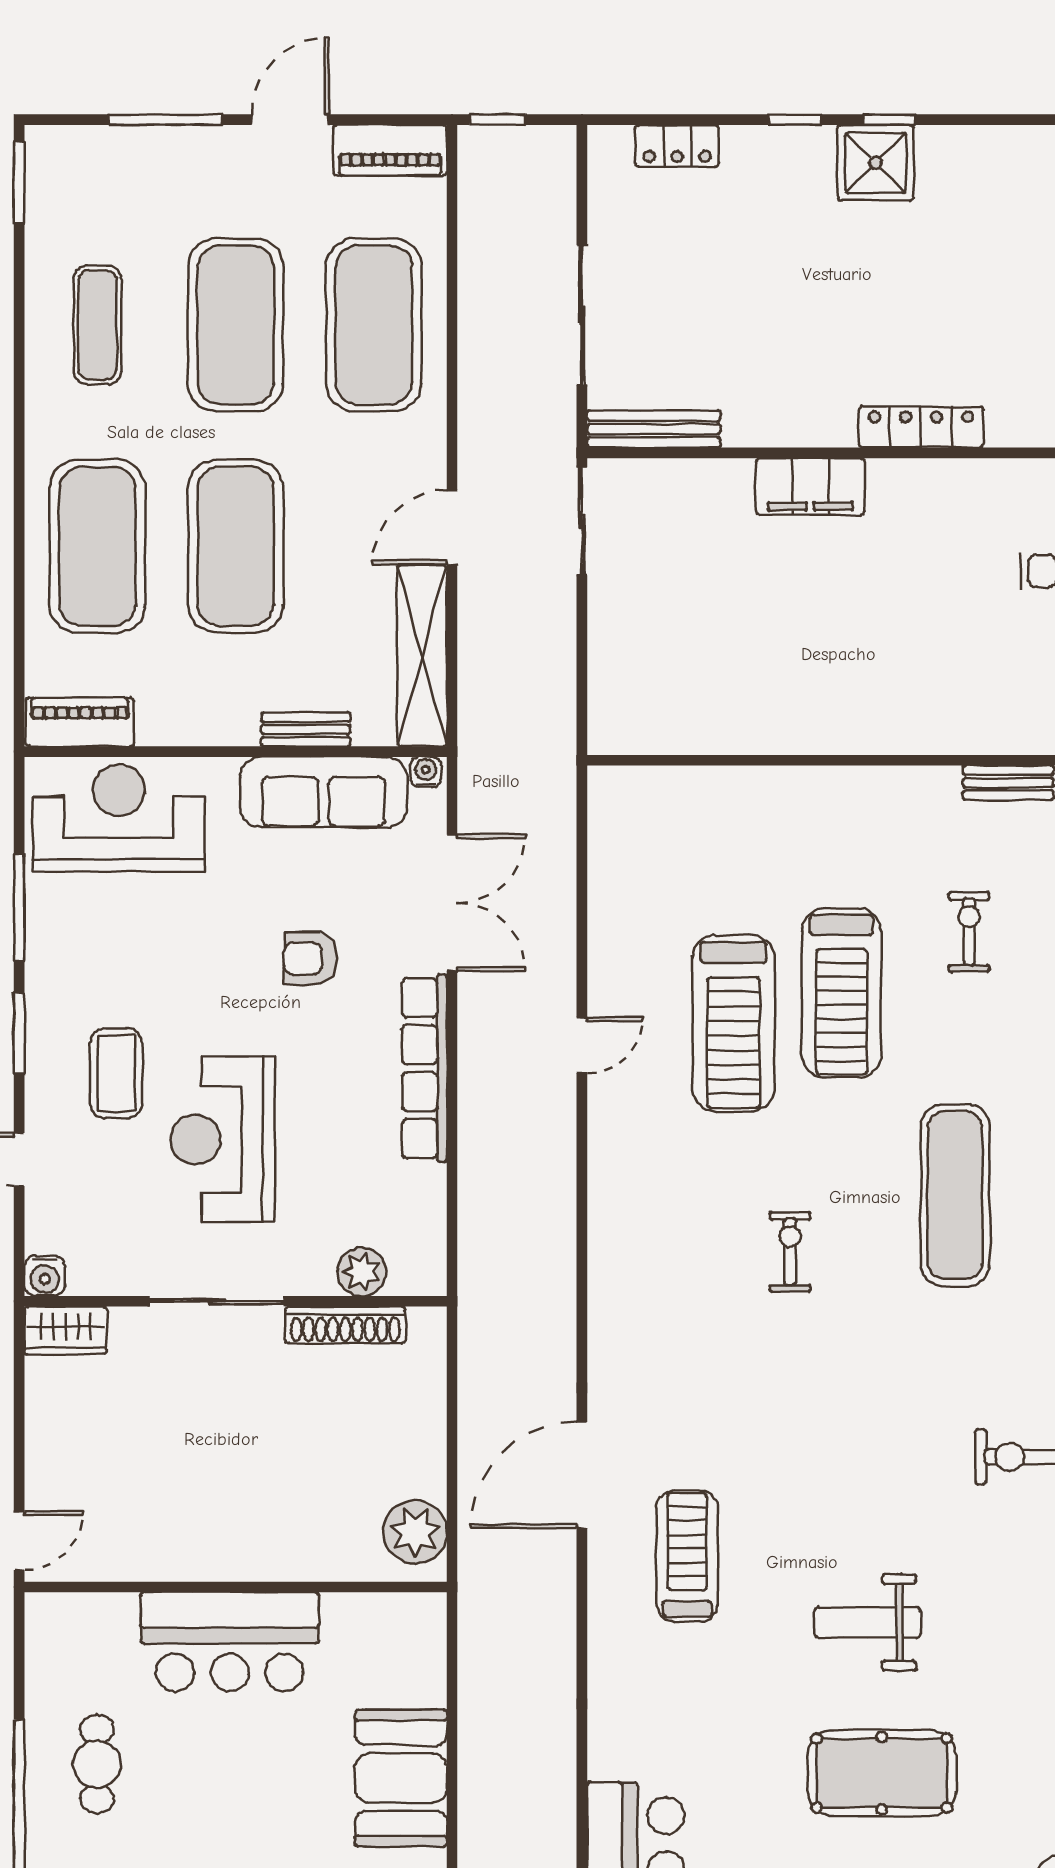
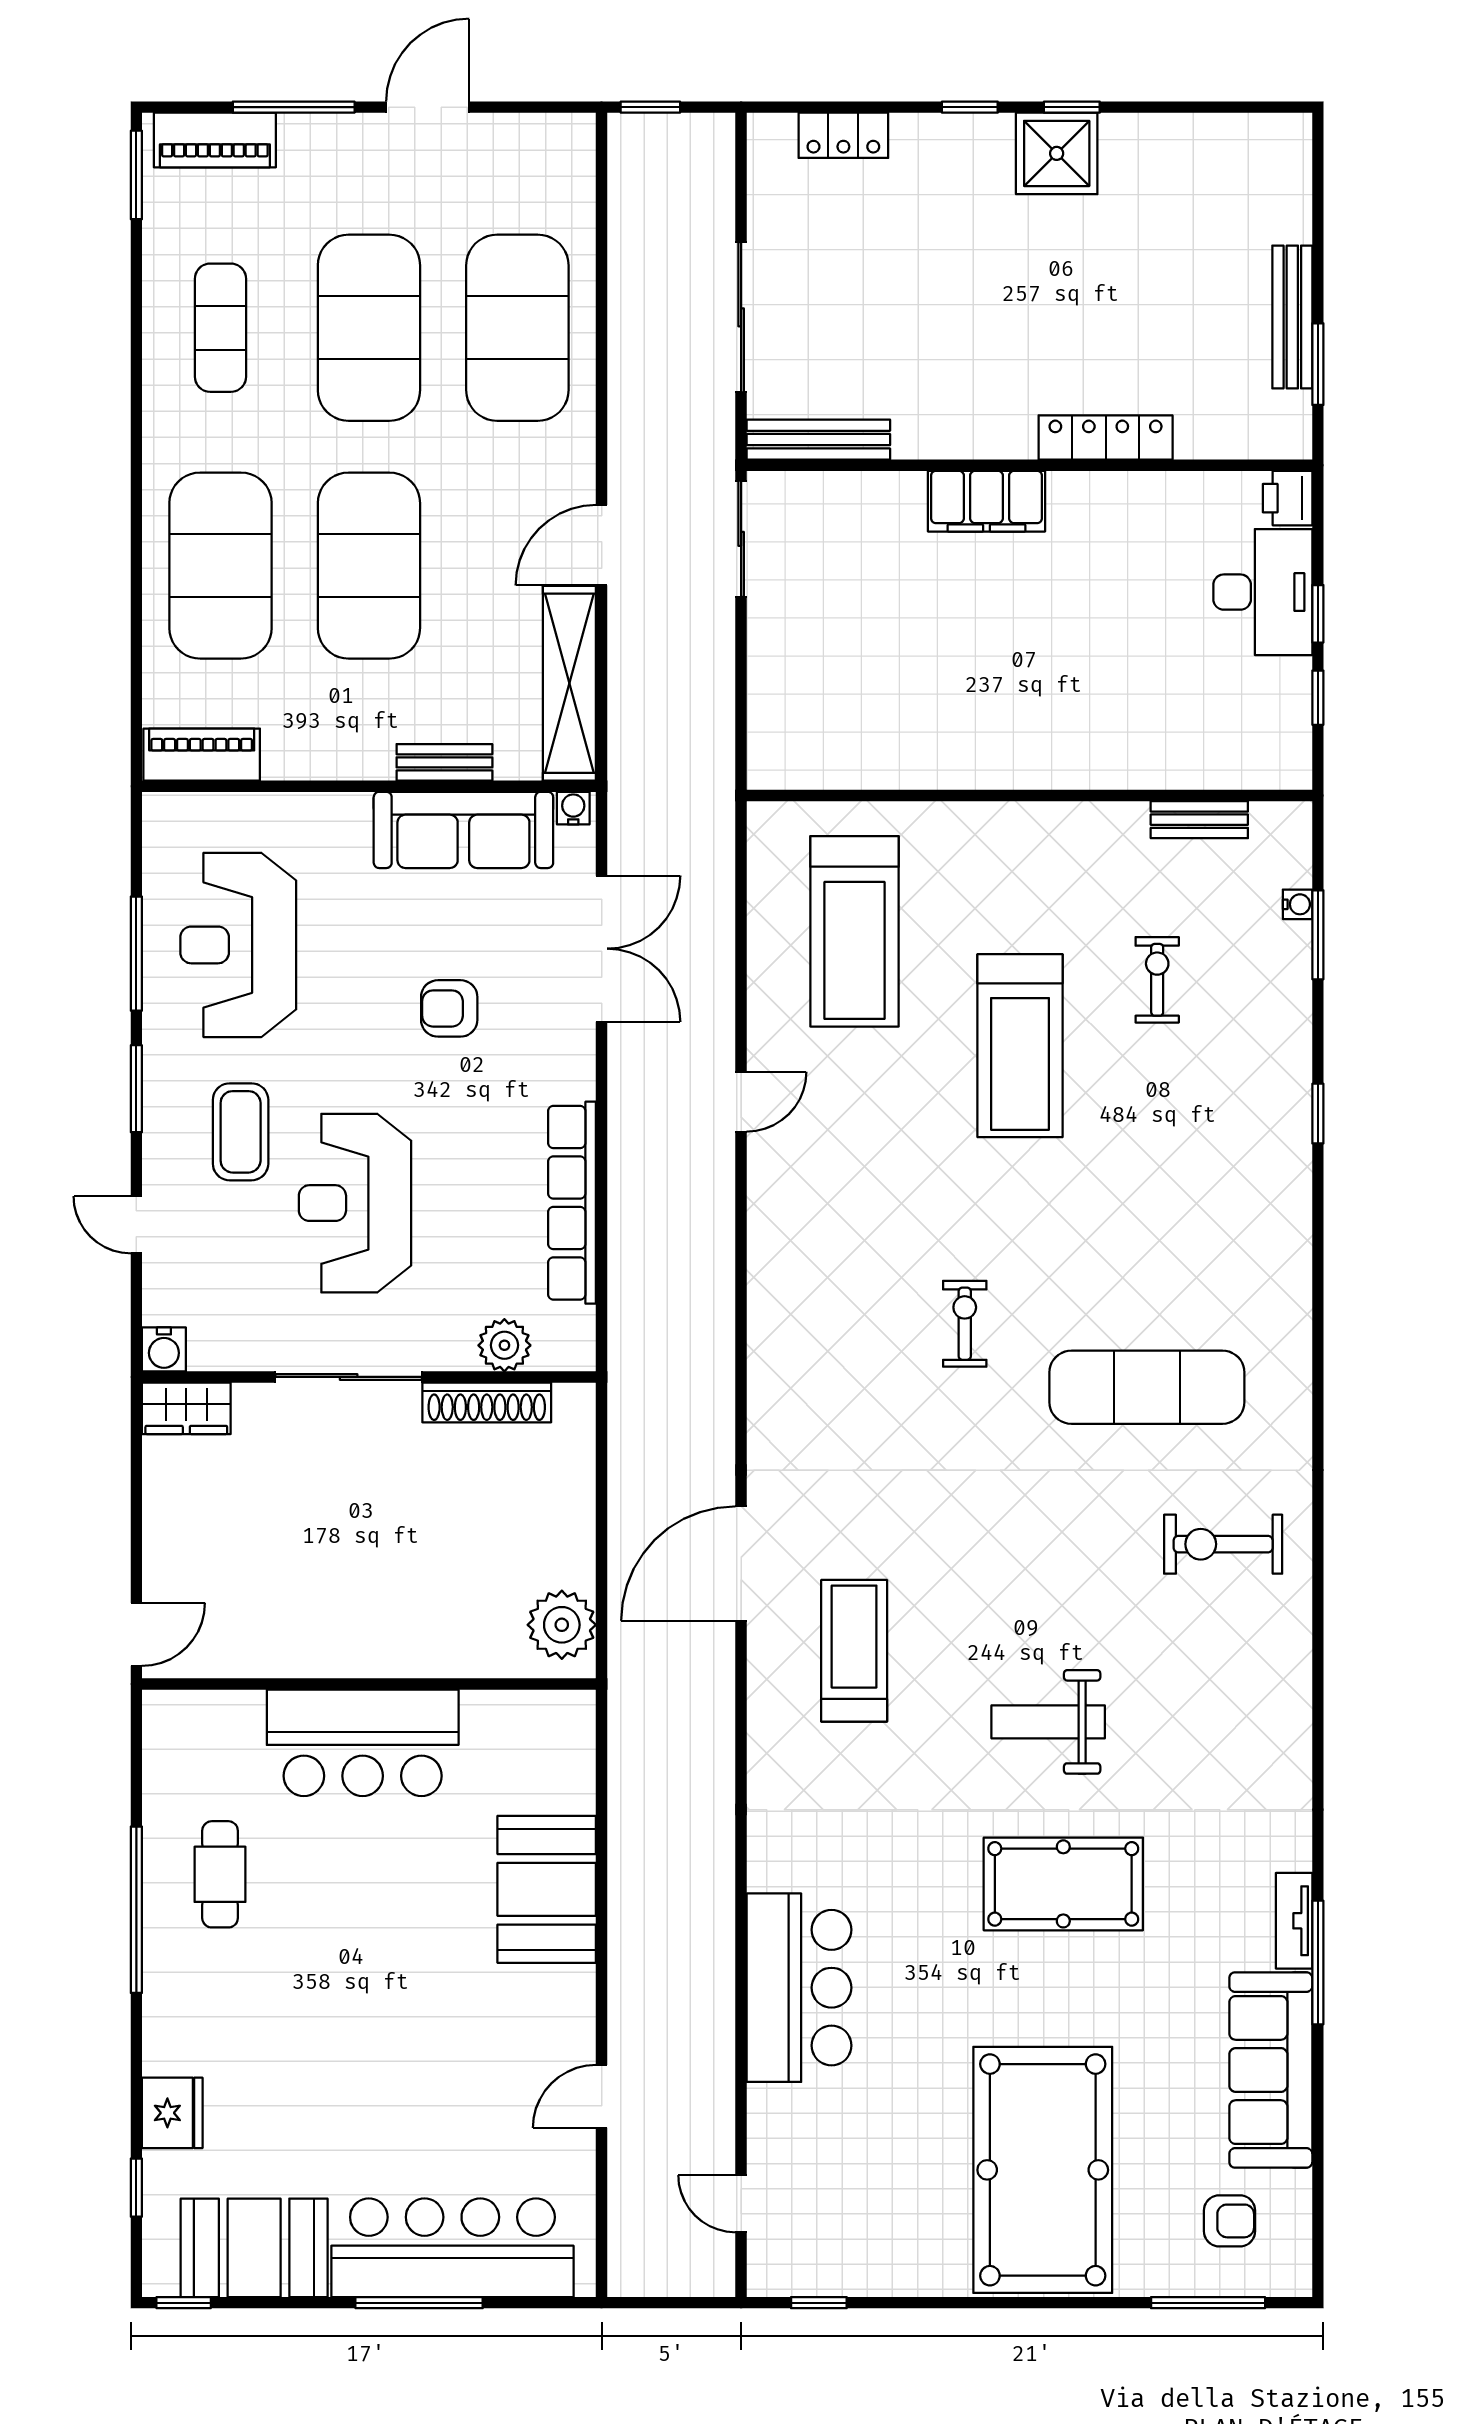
piano: (390, 150) -> (215, 140), moved
reception desk: (119, 818) -> (238, 945), moved, turned -90
treadmill: (733, 1023) -> (854, 931), moved
row of seats: (425, 1068) -> (572, 1203), moved
exercise mat: (955, 1195) -> (1147, 1387), moved, turned 90

